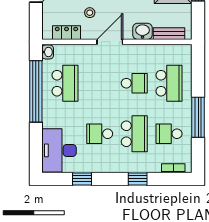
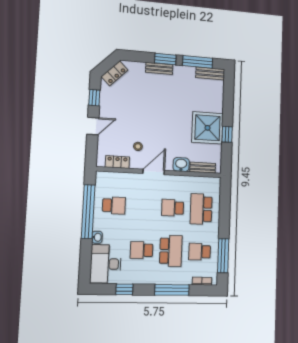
washbasin: (48, 52) -> (97, 237), moved
school desk: (65, 83) -> (114, 205), width x0.54
school desk: (134, 83) -> (173, 208), turned 180
school desk: (169, 83) -> (201, 209), turned 180
window: (198, 117) -> (223, 256), moved
window: (138, 179) -> (172, 290), width x2.17

